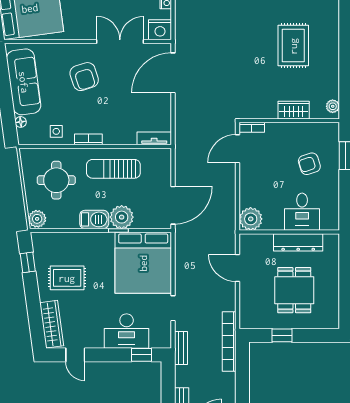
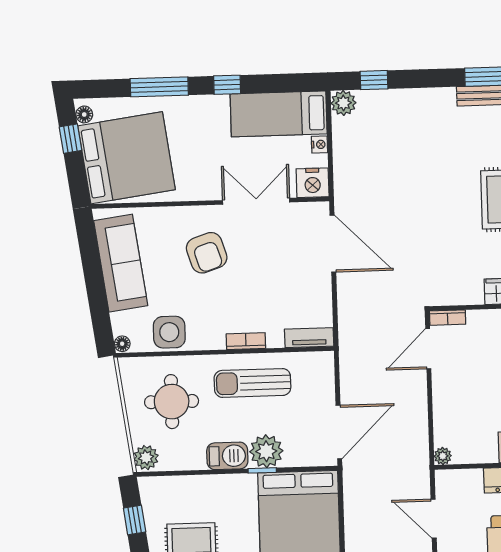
door: (173, 73) -> (333, 244), swing flipped
floor lamp: (21, 122) -> (122, 344), moved
side table: (56, 131) -> (169, 332), width x1.87, depth x1.87
bookcase: (88, 139) -> (246, 341), moved
plant: (251, 219) -> (443, 456), width x0.53, depth x0.53

